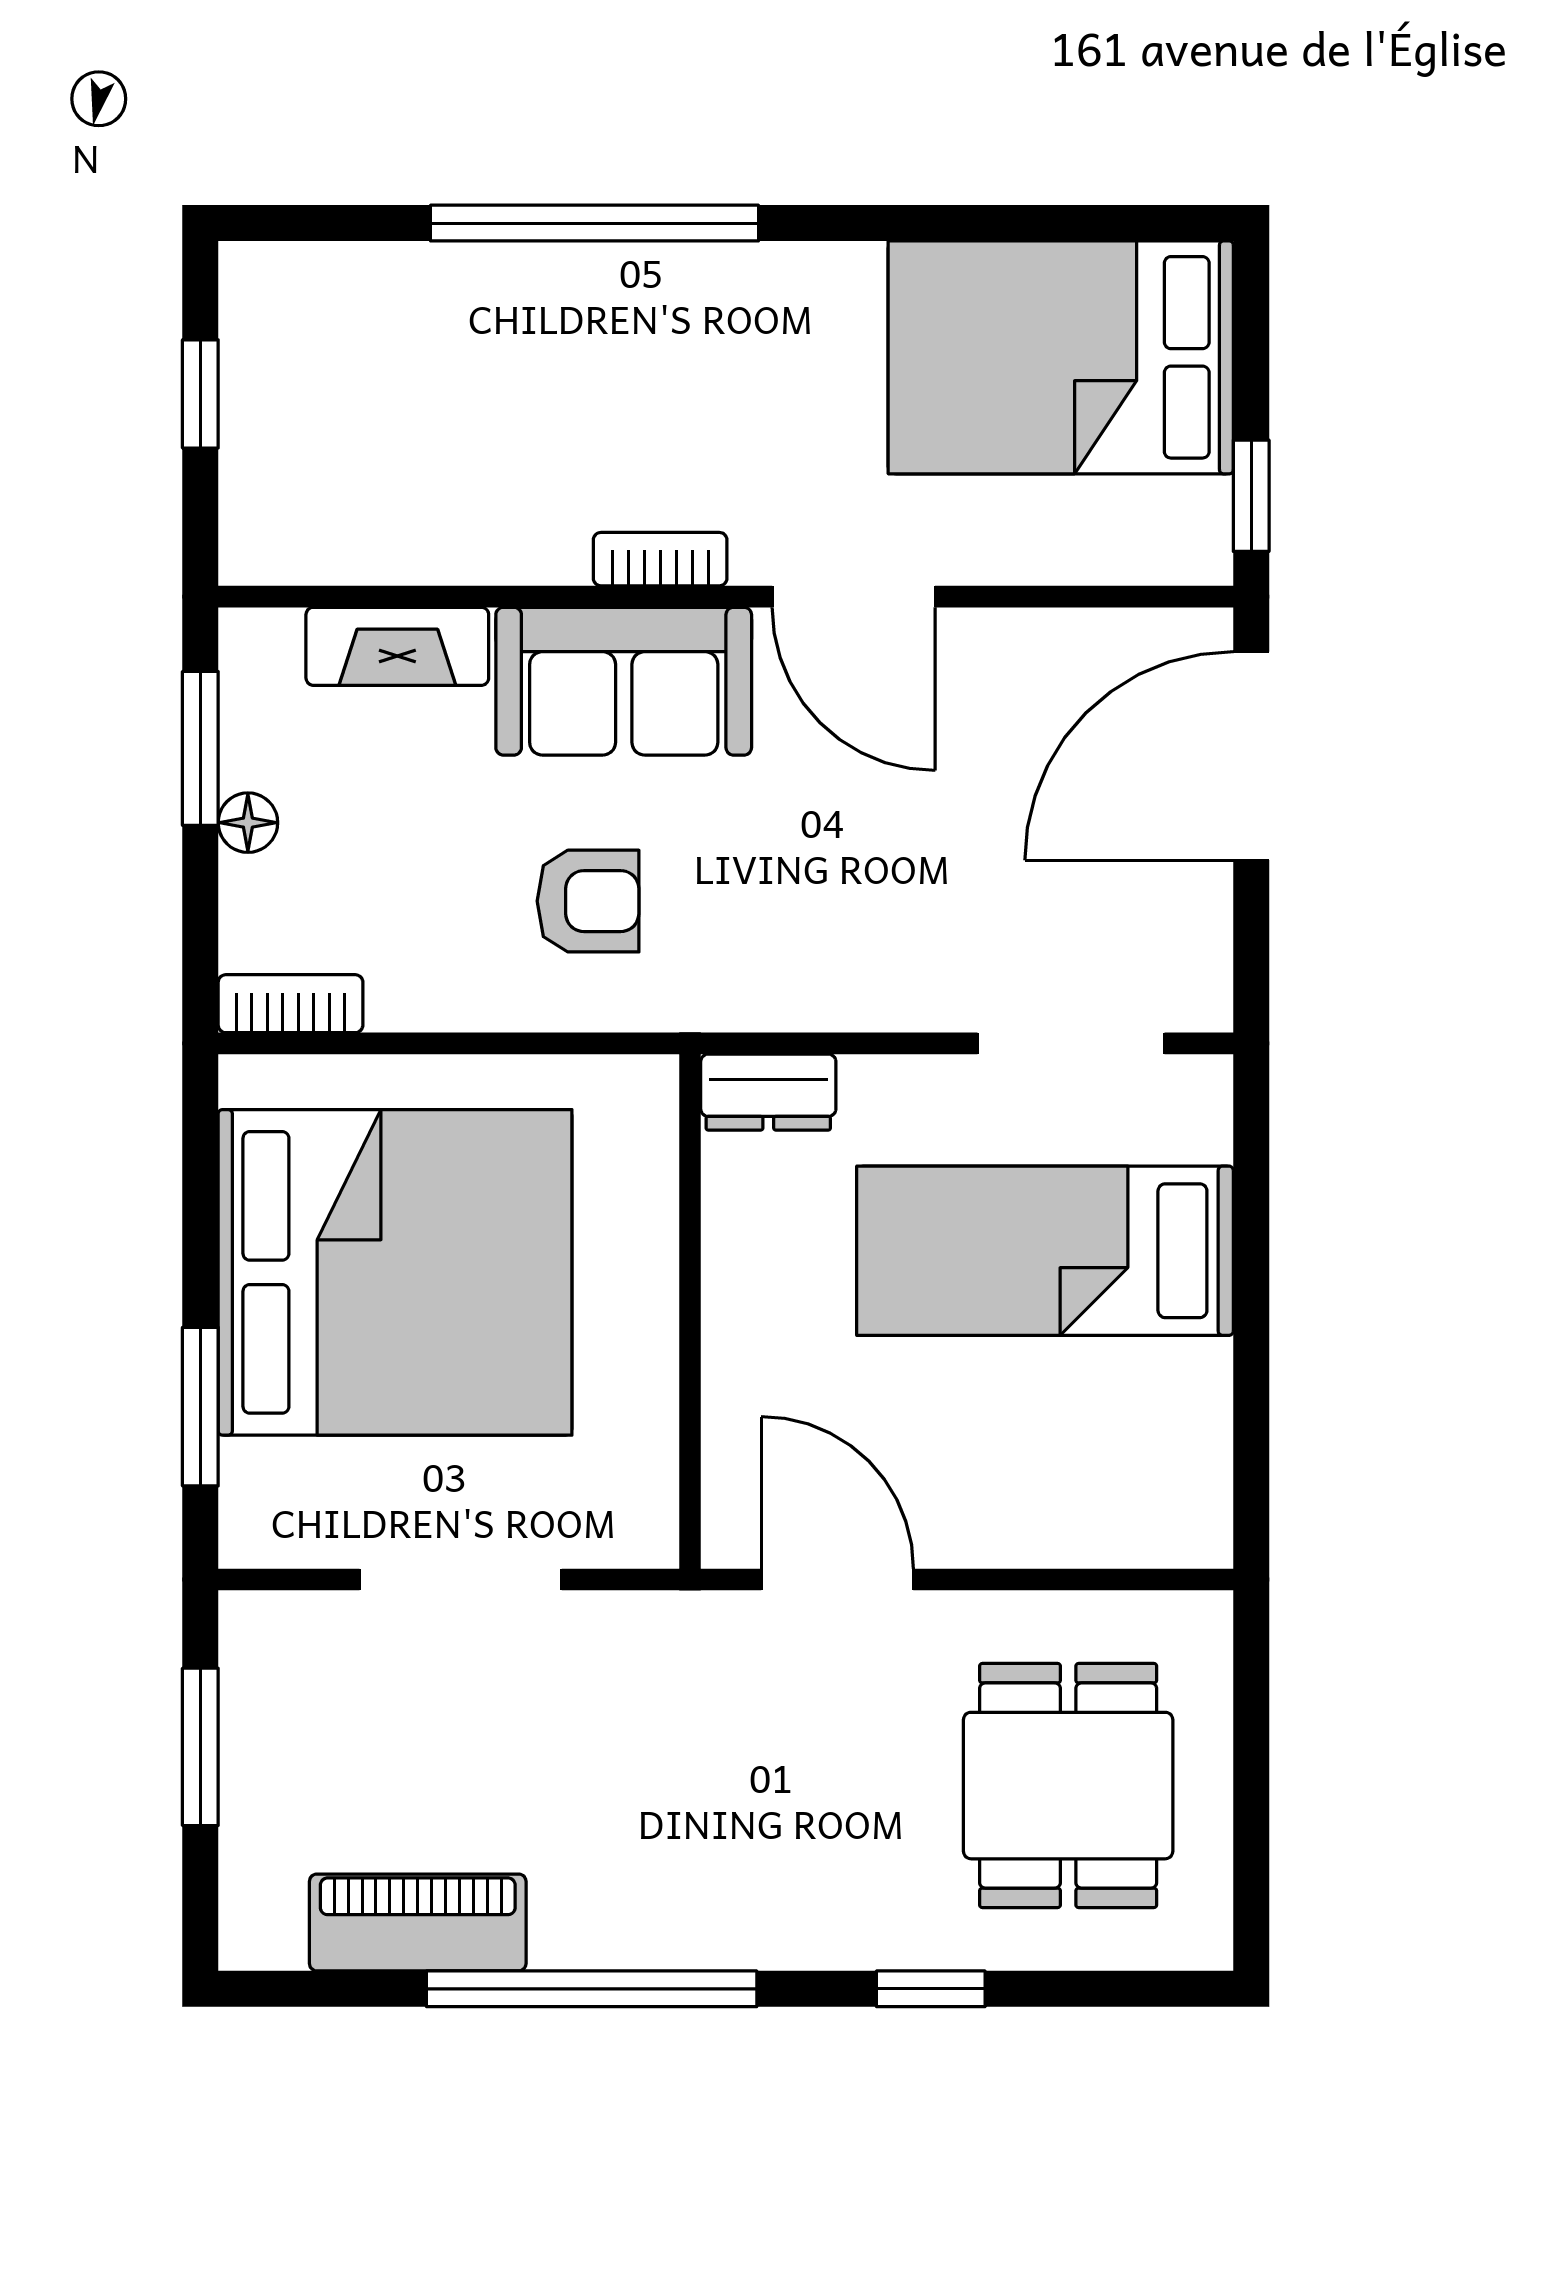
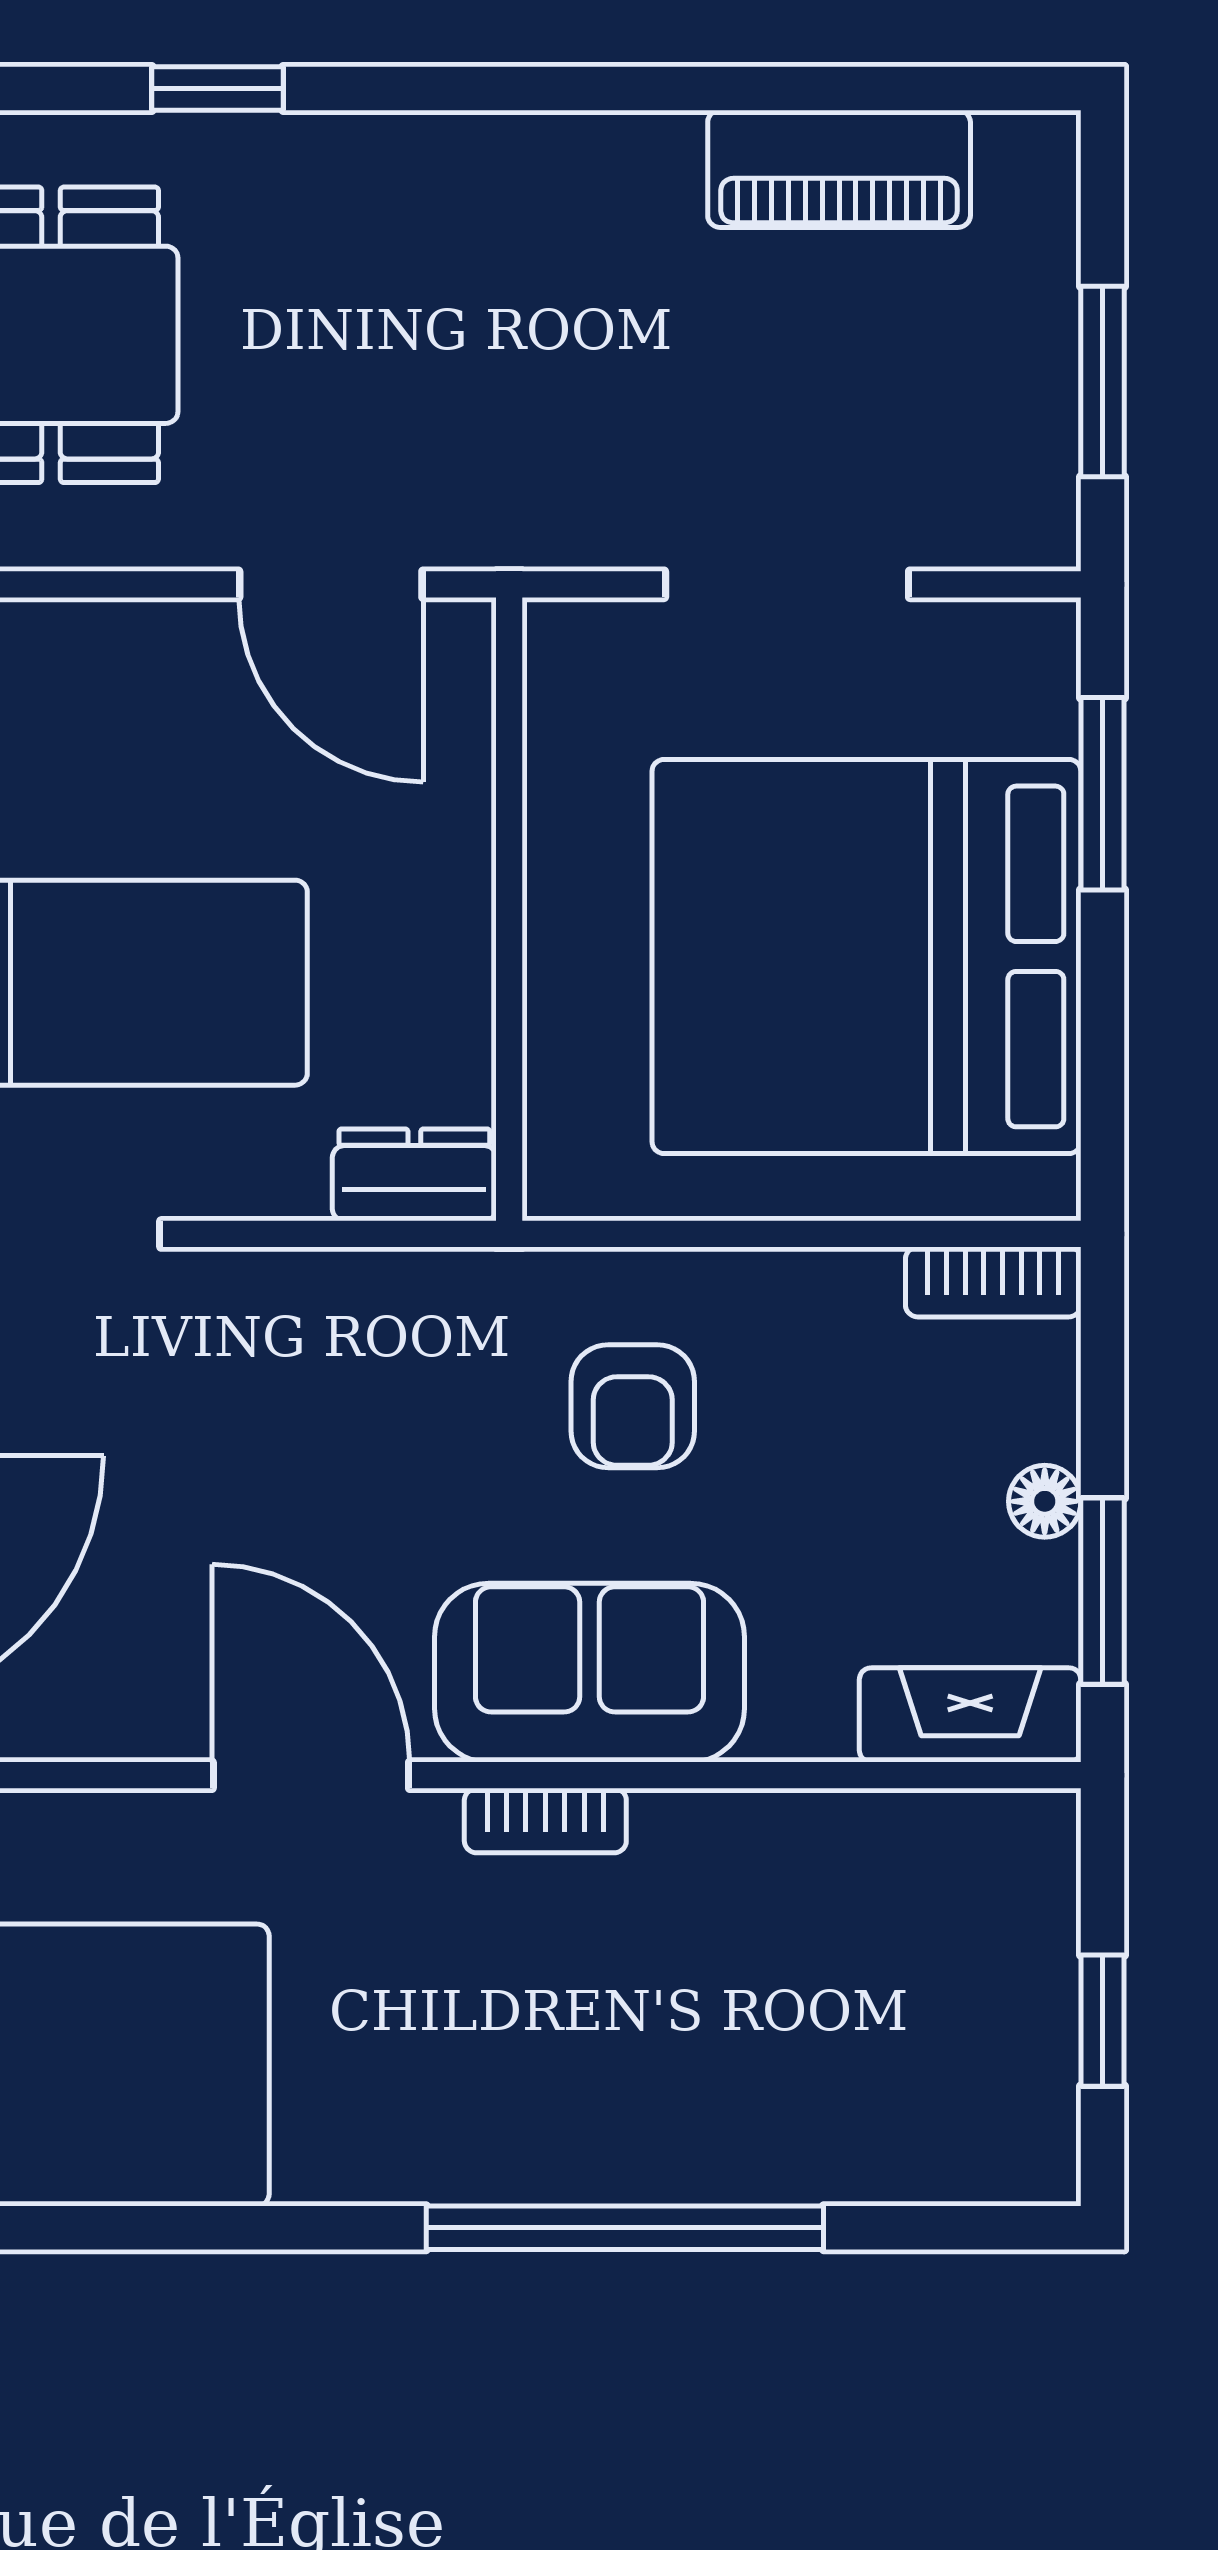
fireplace: (397, 646) -> (970, 1715), moved
armchair: (588, 901) -> (633, 1406), turned -90
window: (592, 1989) -> (628, 89), removed

